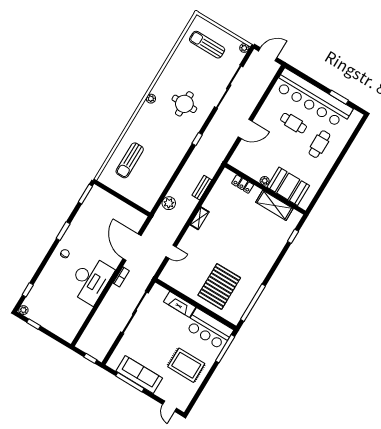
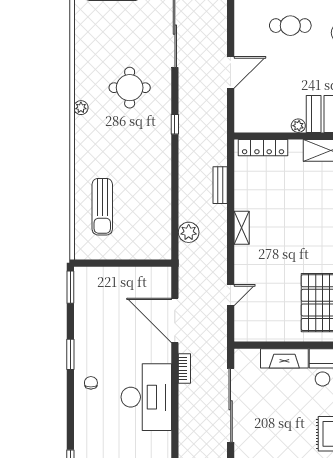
locker: (243, 184) -> (263, 148), width x1.53

